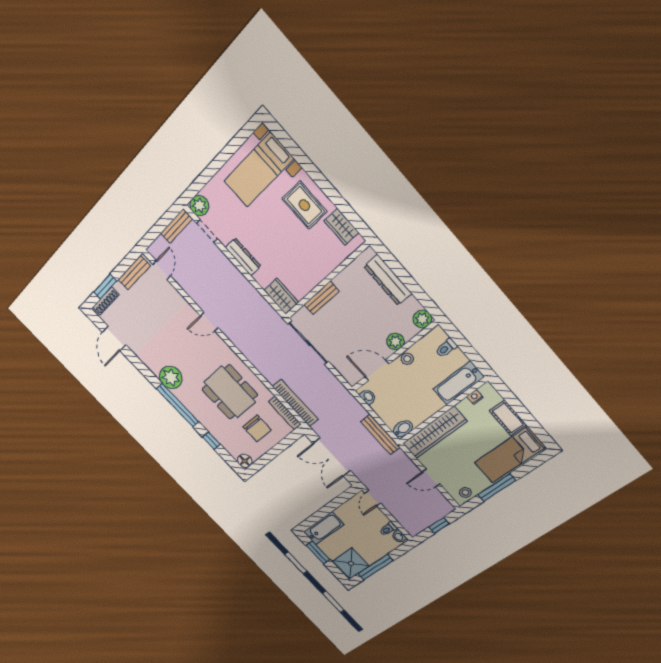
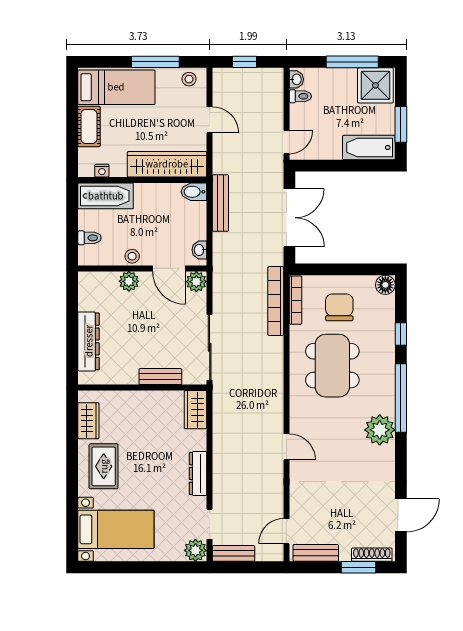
plant: (422, 319) -> (196, 282), moved

